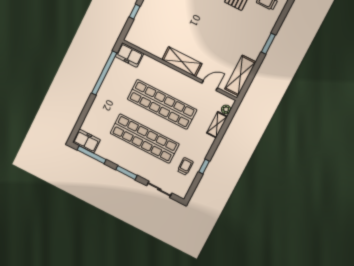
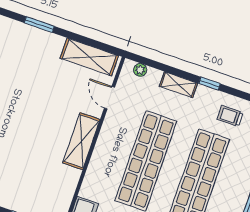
shelving: (217, 125) -> (179, 85), moved
window: (204, 167) -> (209, 83), moved

